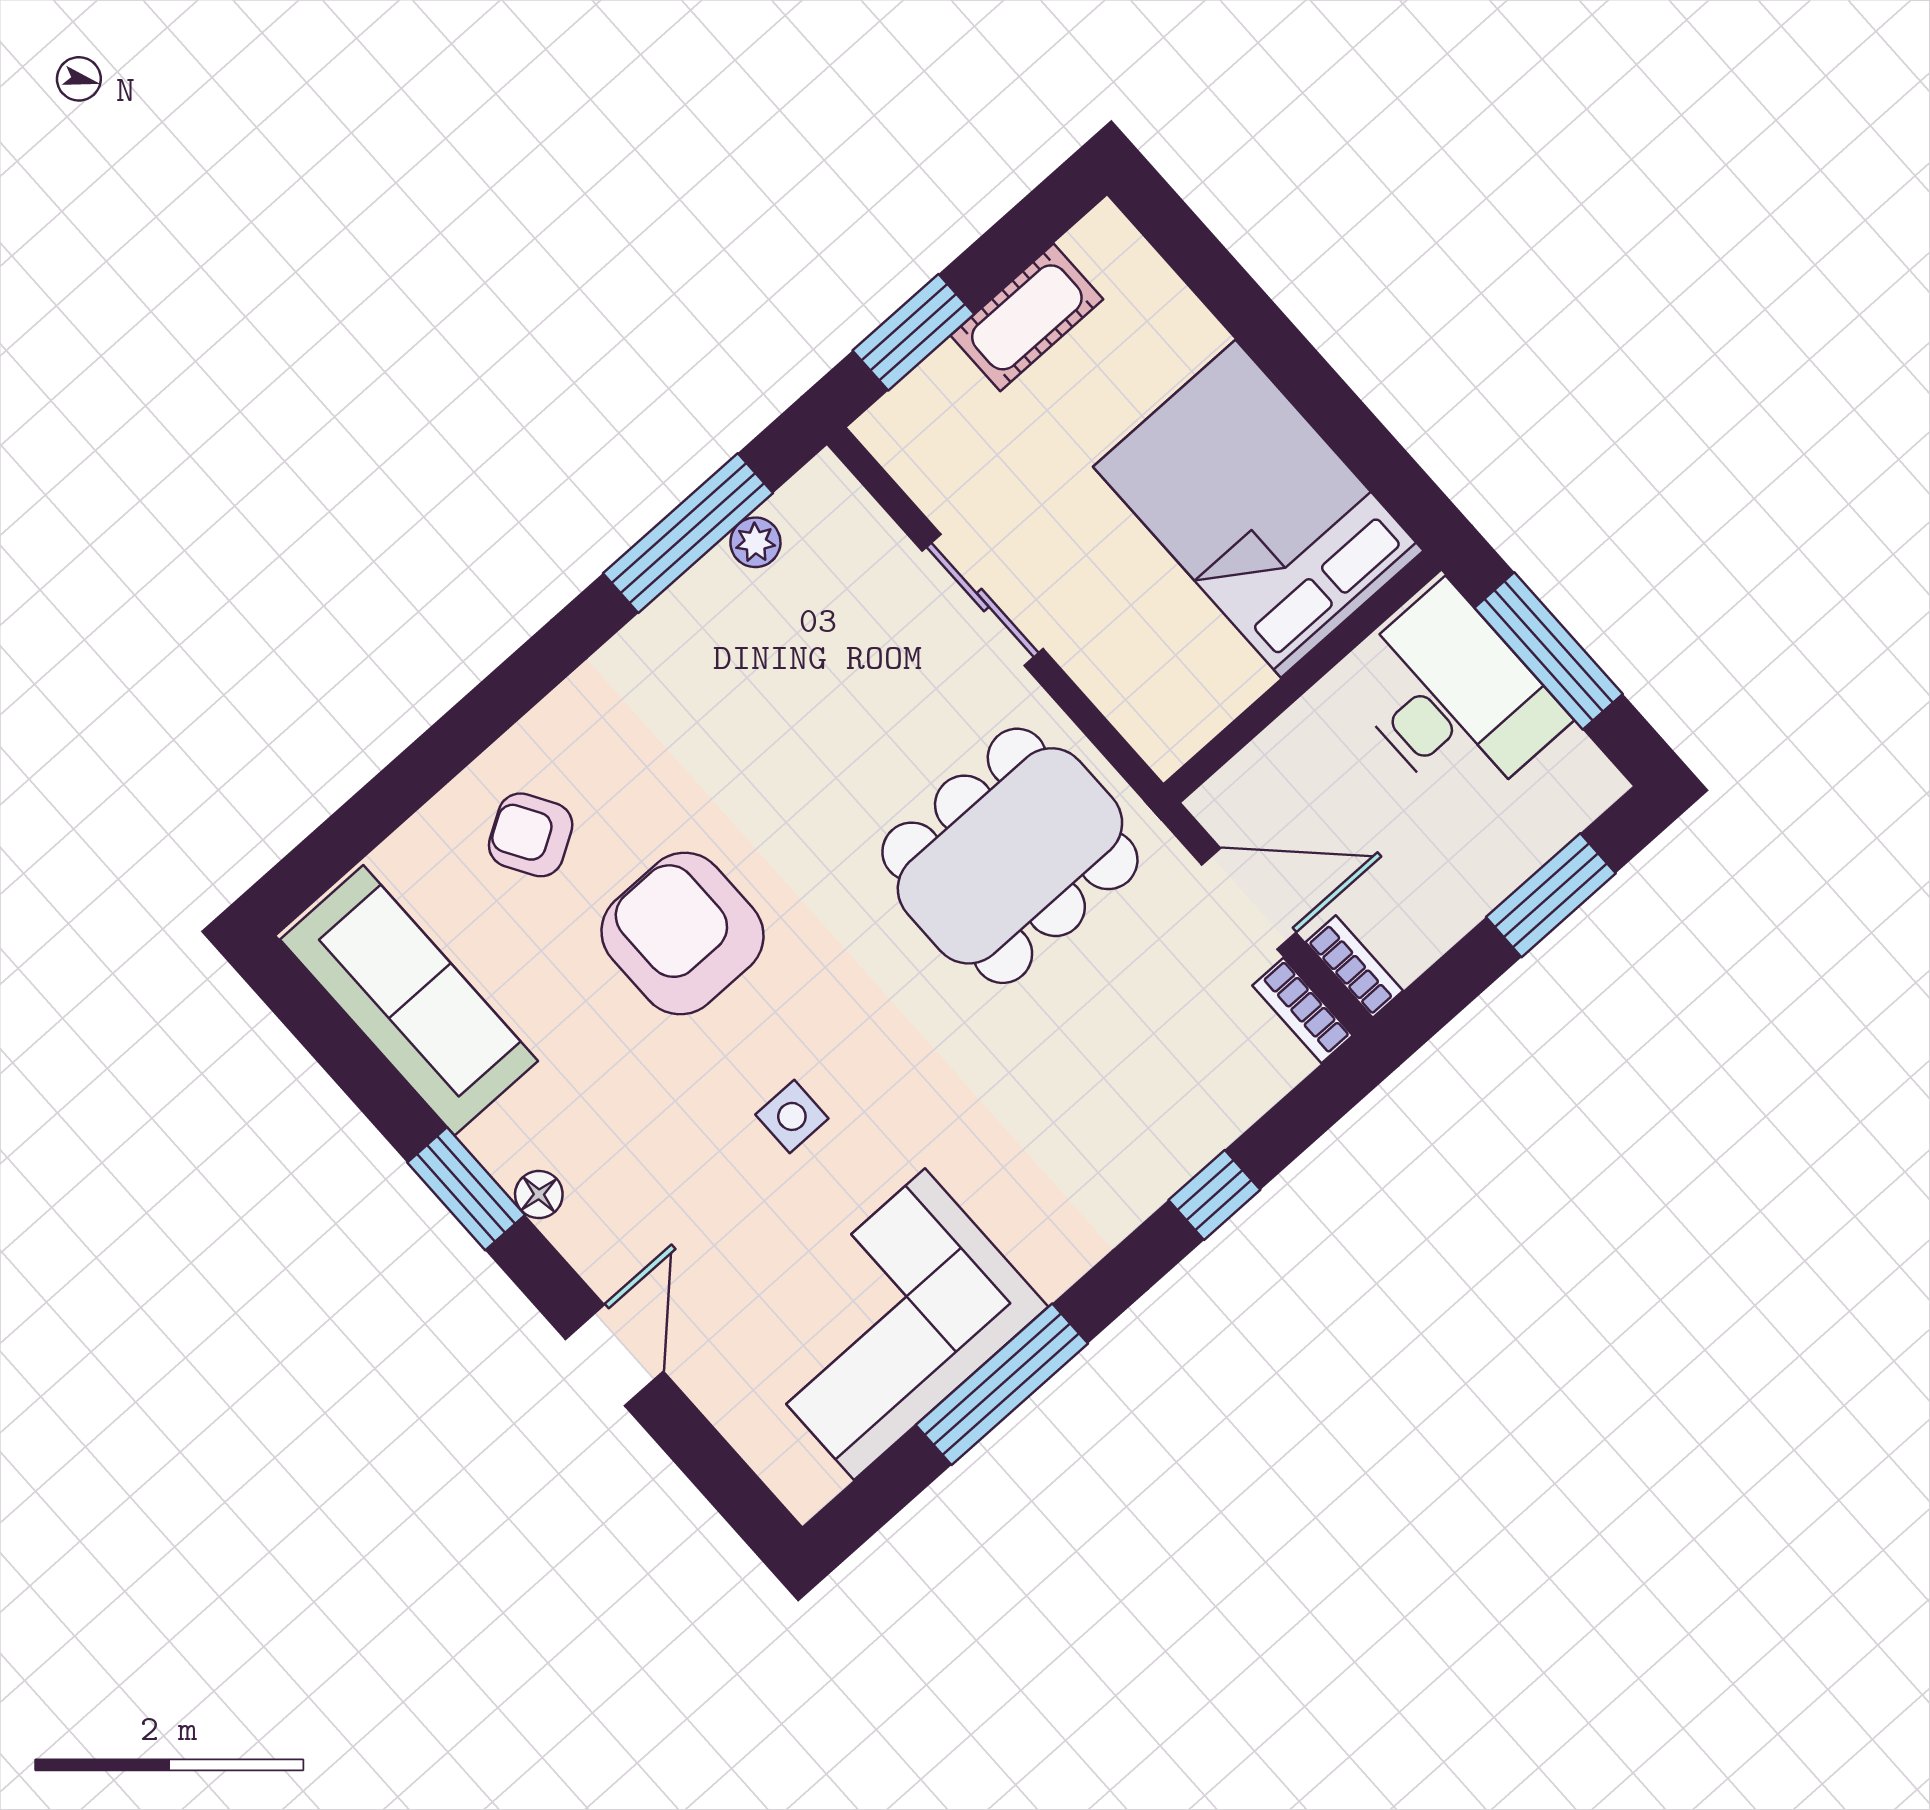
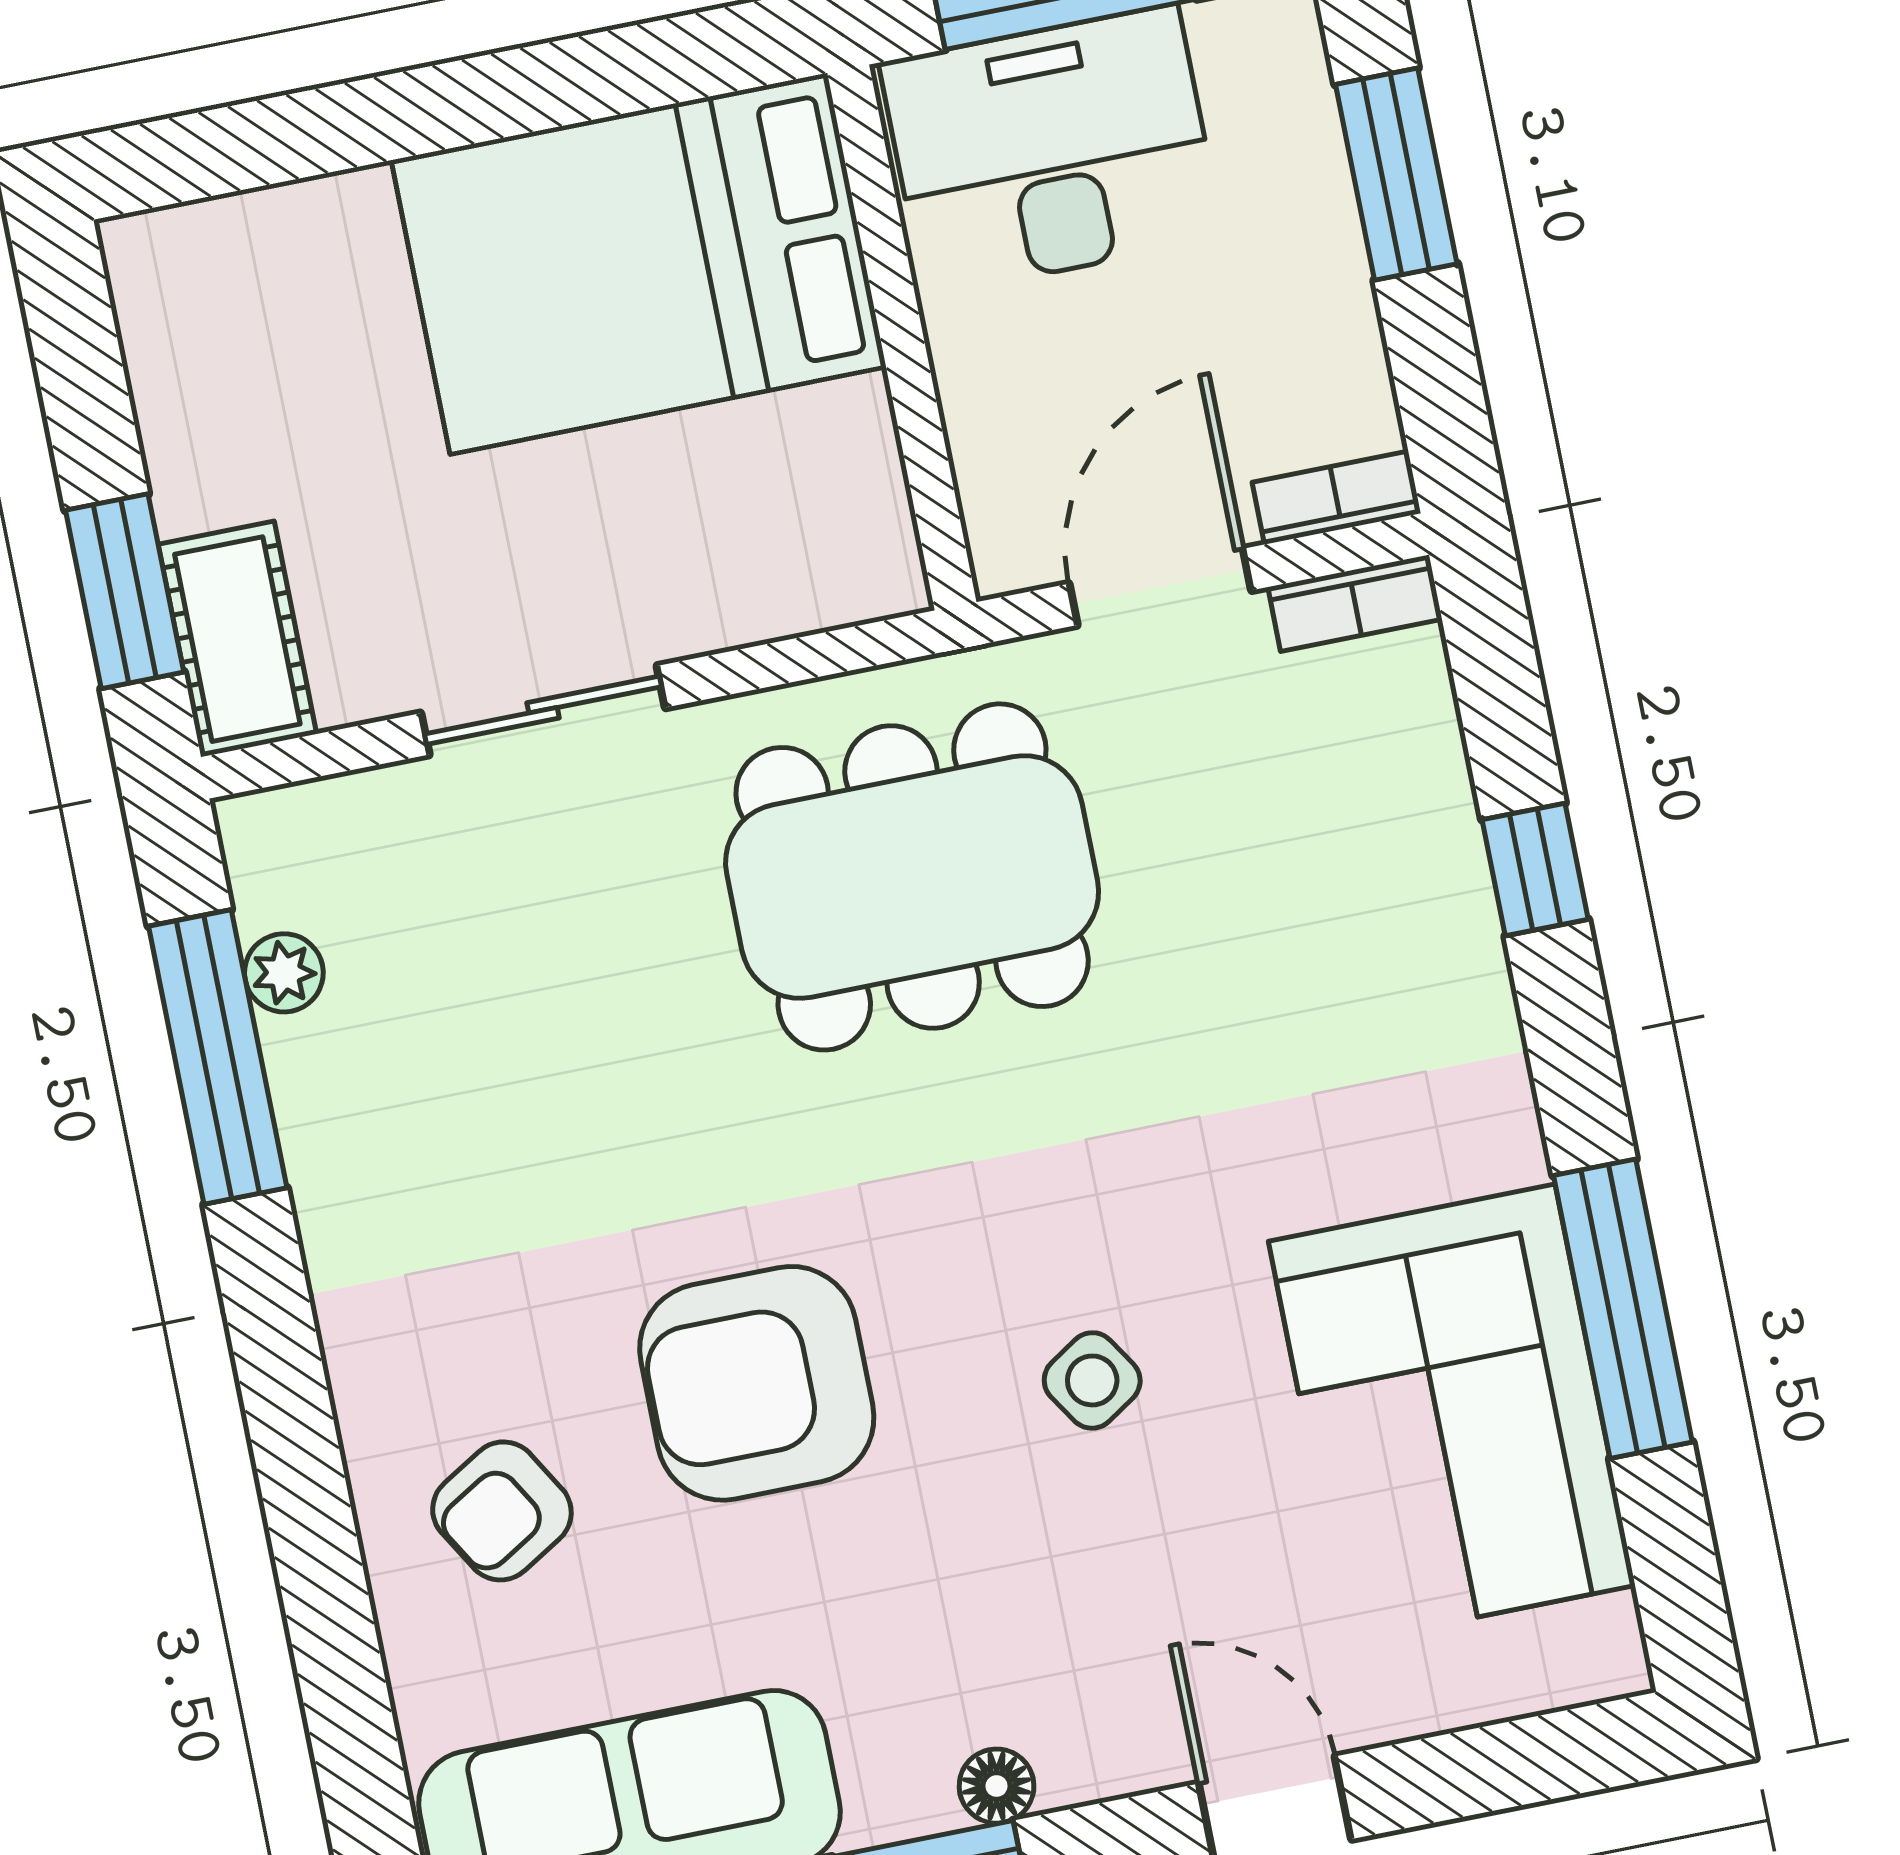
cot: (1027, 317) -> (237, 639), moved
dining table: (1010, 856) -> (912, 877), turned 90
side table: (792, 1116) -> (1092, 1380), turned -33

